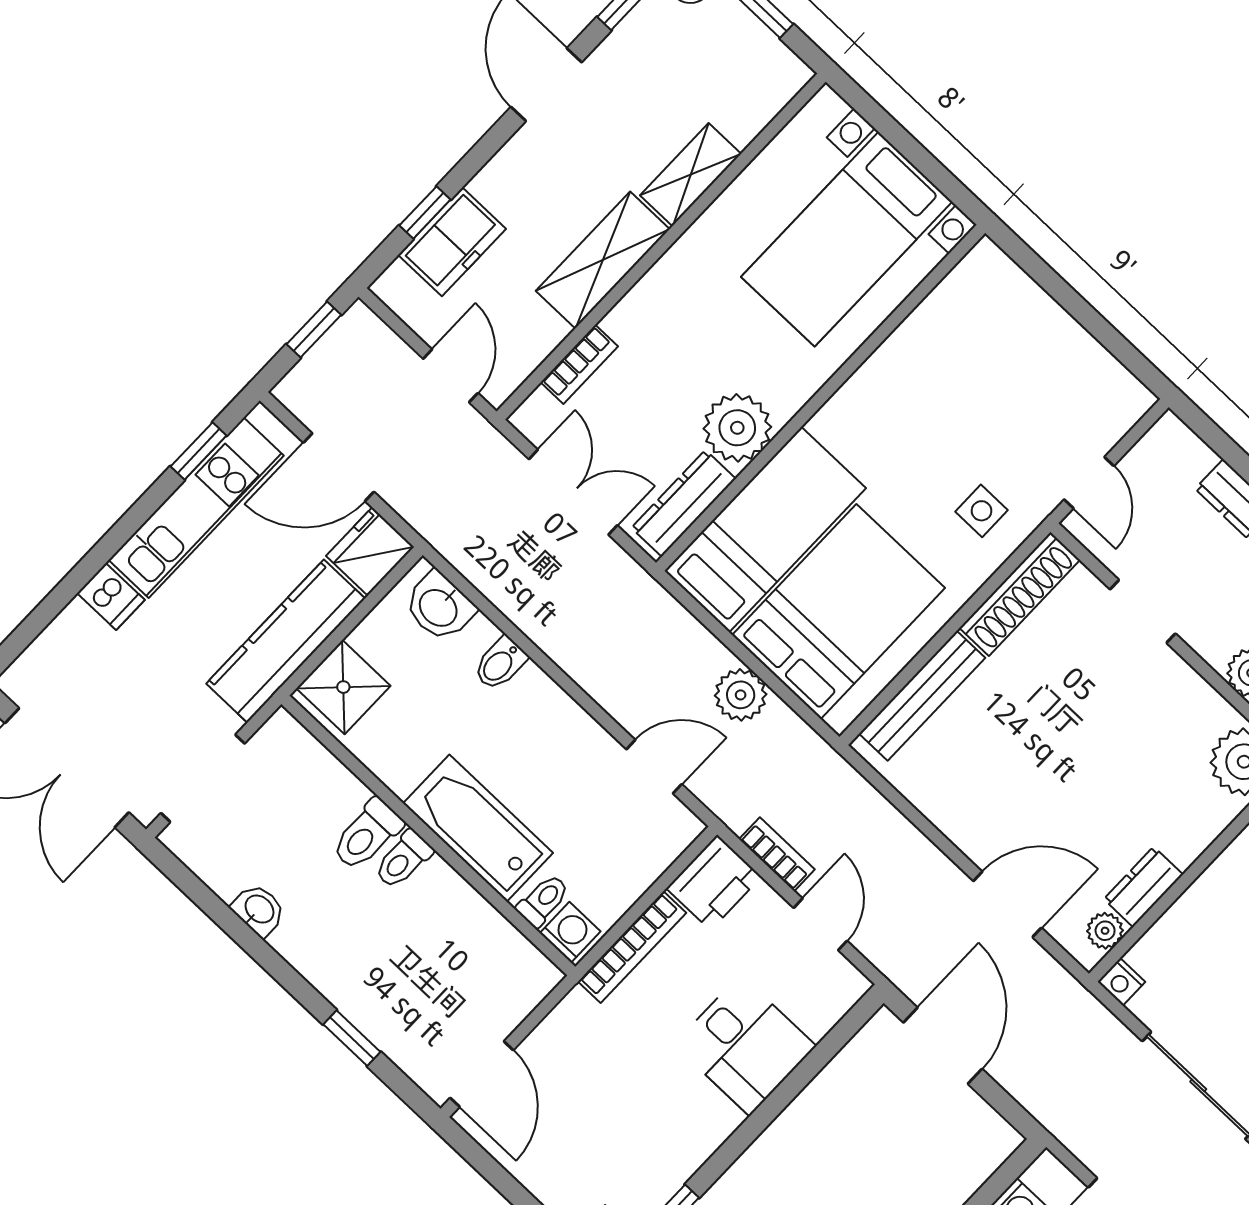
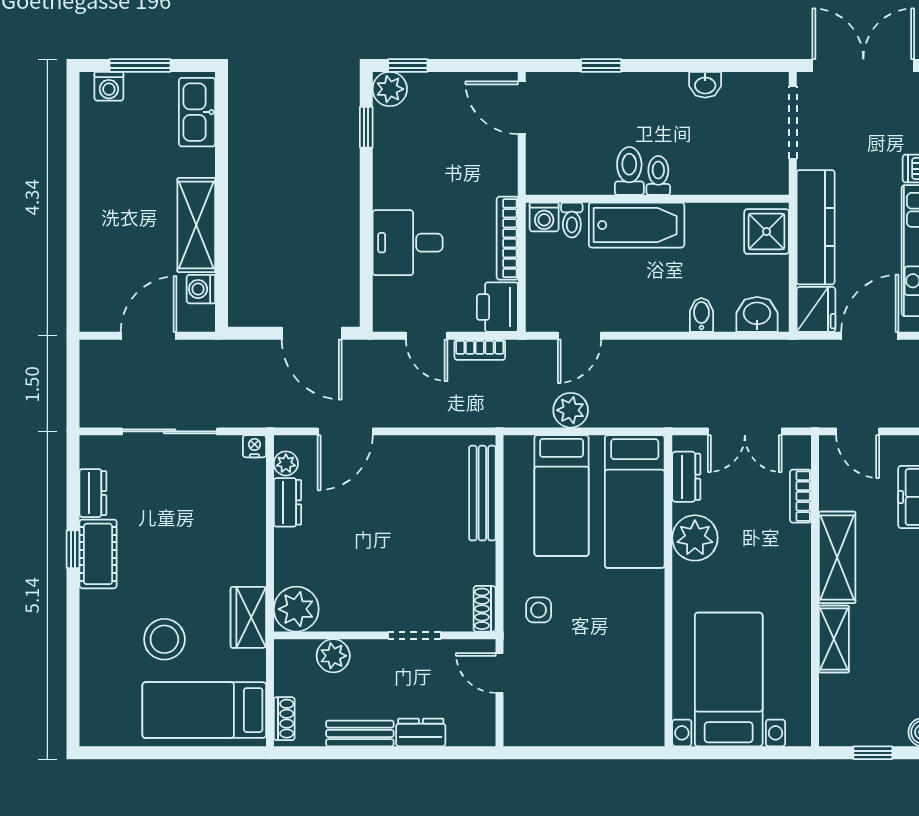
dresser: (684, 503) -> (686, 477), width x0.70
shoe rack: (1020, 594) -> (485, 609), width x0.51, depth x0.81
bed: (838, 611) -> (562, 496), width x0.67
toilet: (367, 835) -> (629, 171), moved

